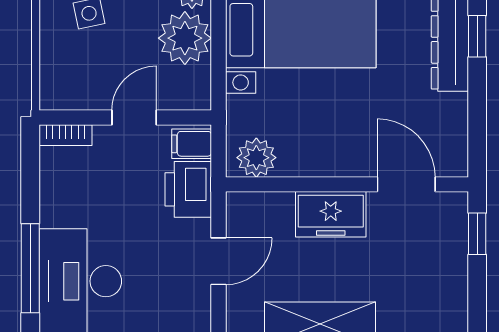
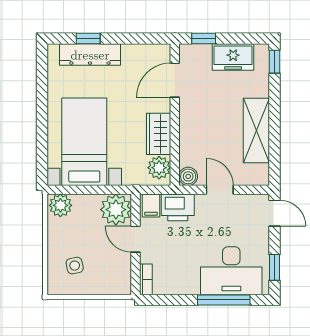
plant: (185, 38) -> (116, 210), moved
wardrobe: (314, 157) -> (159, 134), added
boiler: (241, 207) -> (188, 176), added
freezer: (331, 214) -> (233, 57), moved, turned 90

